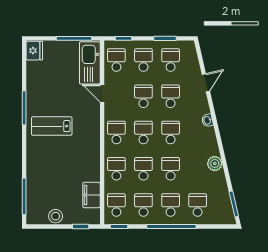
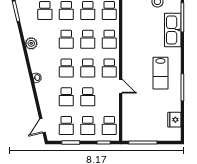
fridge: (34, 51) -> (174, 120), moved
kitchen sink: (90, 63) -> (173, 30), moved, turned 180
door: (206, 83) -> (42, 126), moved
door: (102, 93) -> (121, 86), moved
lab bench: (52, 126) -> (160, 73), turned 90
filing cabinet: (91, 195) -> (129, 18), removed

